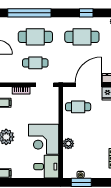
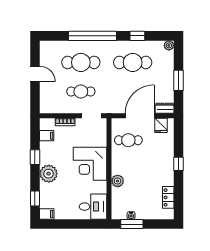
window: (29, 13) -> (92, 36), moved
corner desk: (44, 139) -> (90, 164), moved

